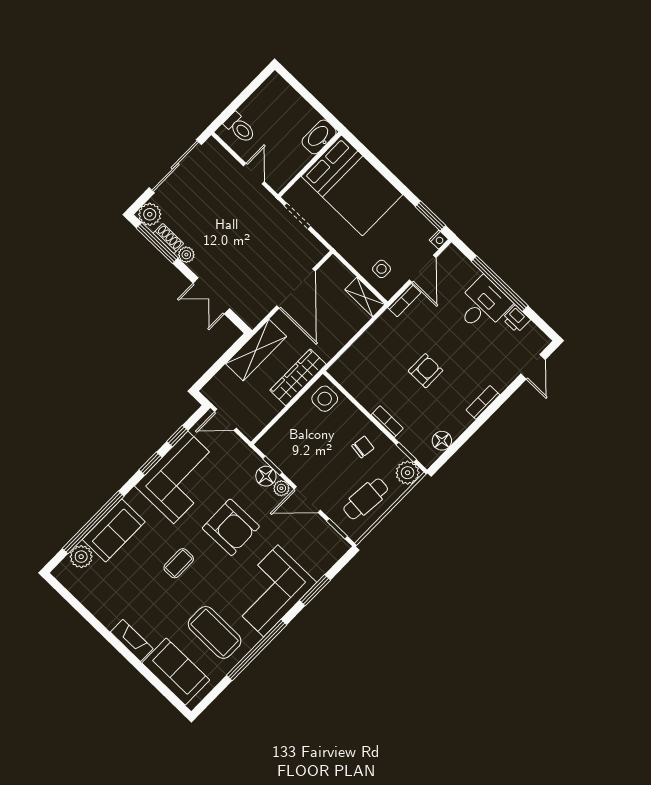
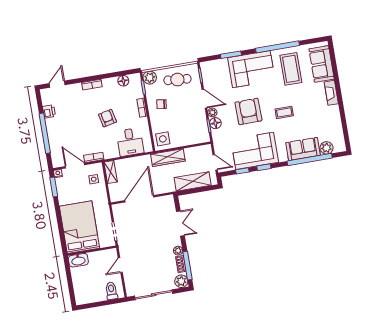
door: (423, 269) -> (75, 166), hinge flipped
desk: (483, 305) -> (130, 142), moved, turned -90
shelving: (256, 350) -> (193, 181), moved
armchair: (426, 371) -> (107, 118), turned 78

